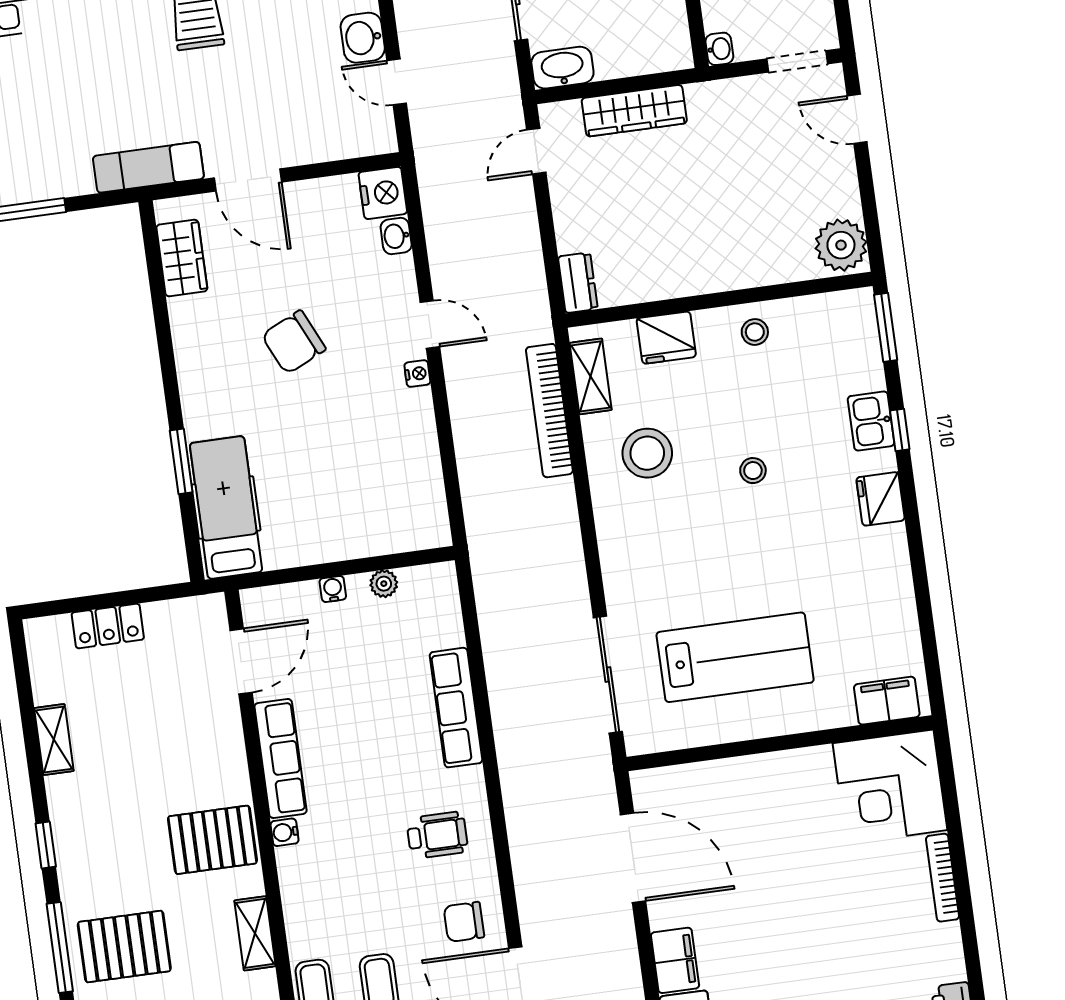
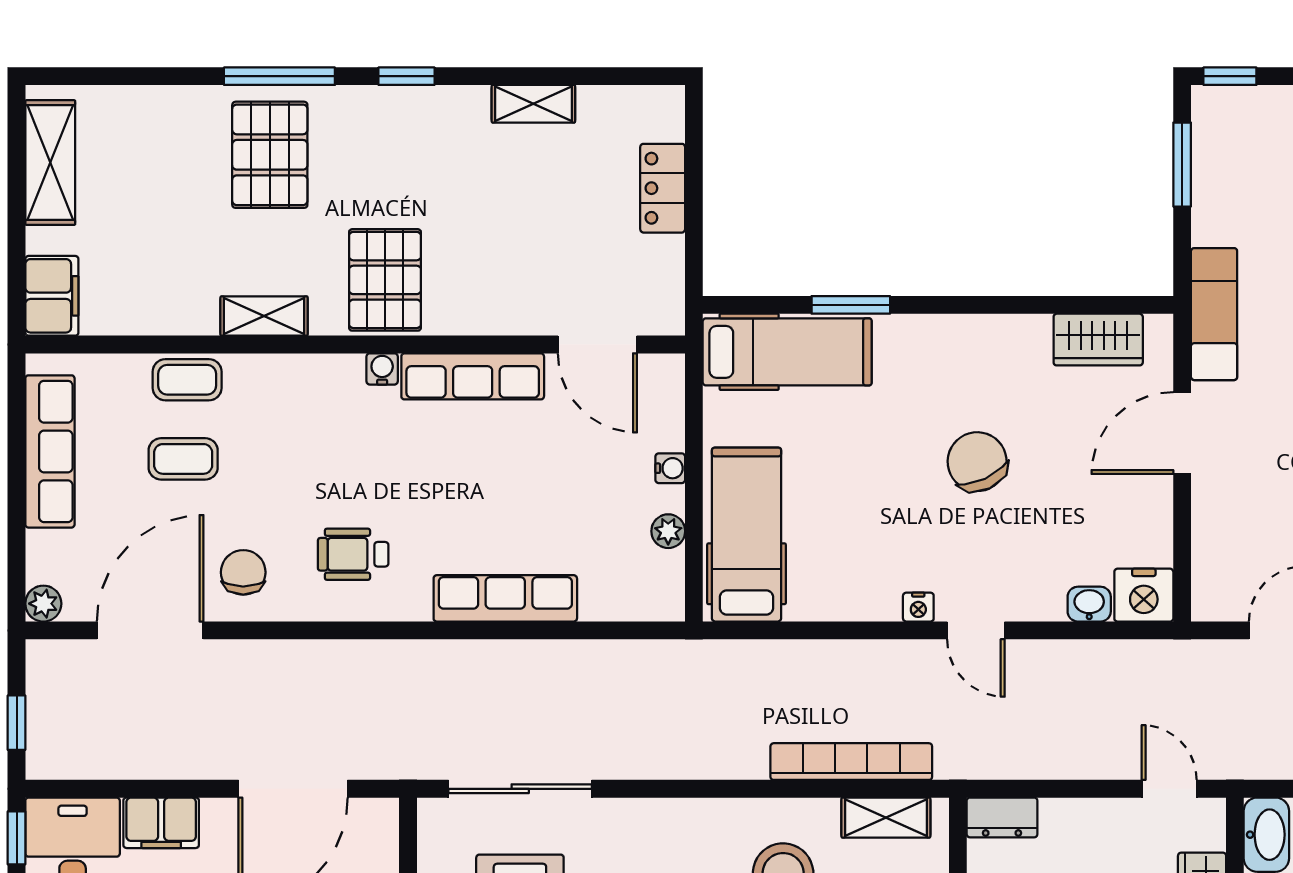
door: (430, 324) -> (976, 630), hinge flipped
hospital bed: (378, 520) -> (747, 535), added
wheelchair: (437, 835) -> (353, 554), turned 90

